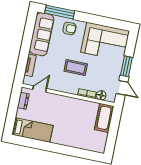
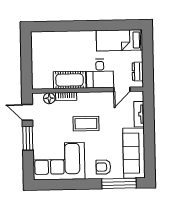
desk: (55, 106) -> (100, 74), added
cot: (104, 118) -> (70, 80), moved, turned 90

